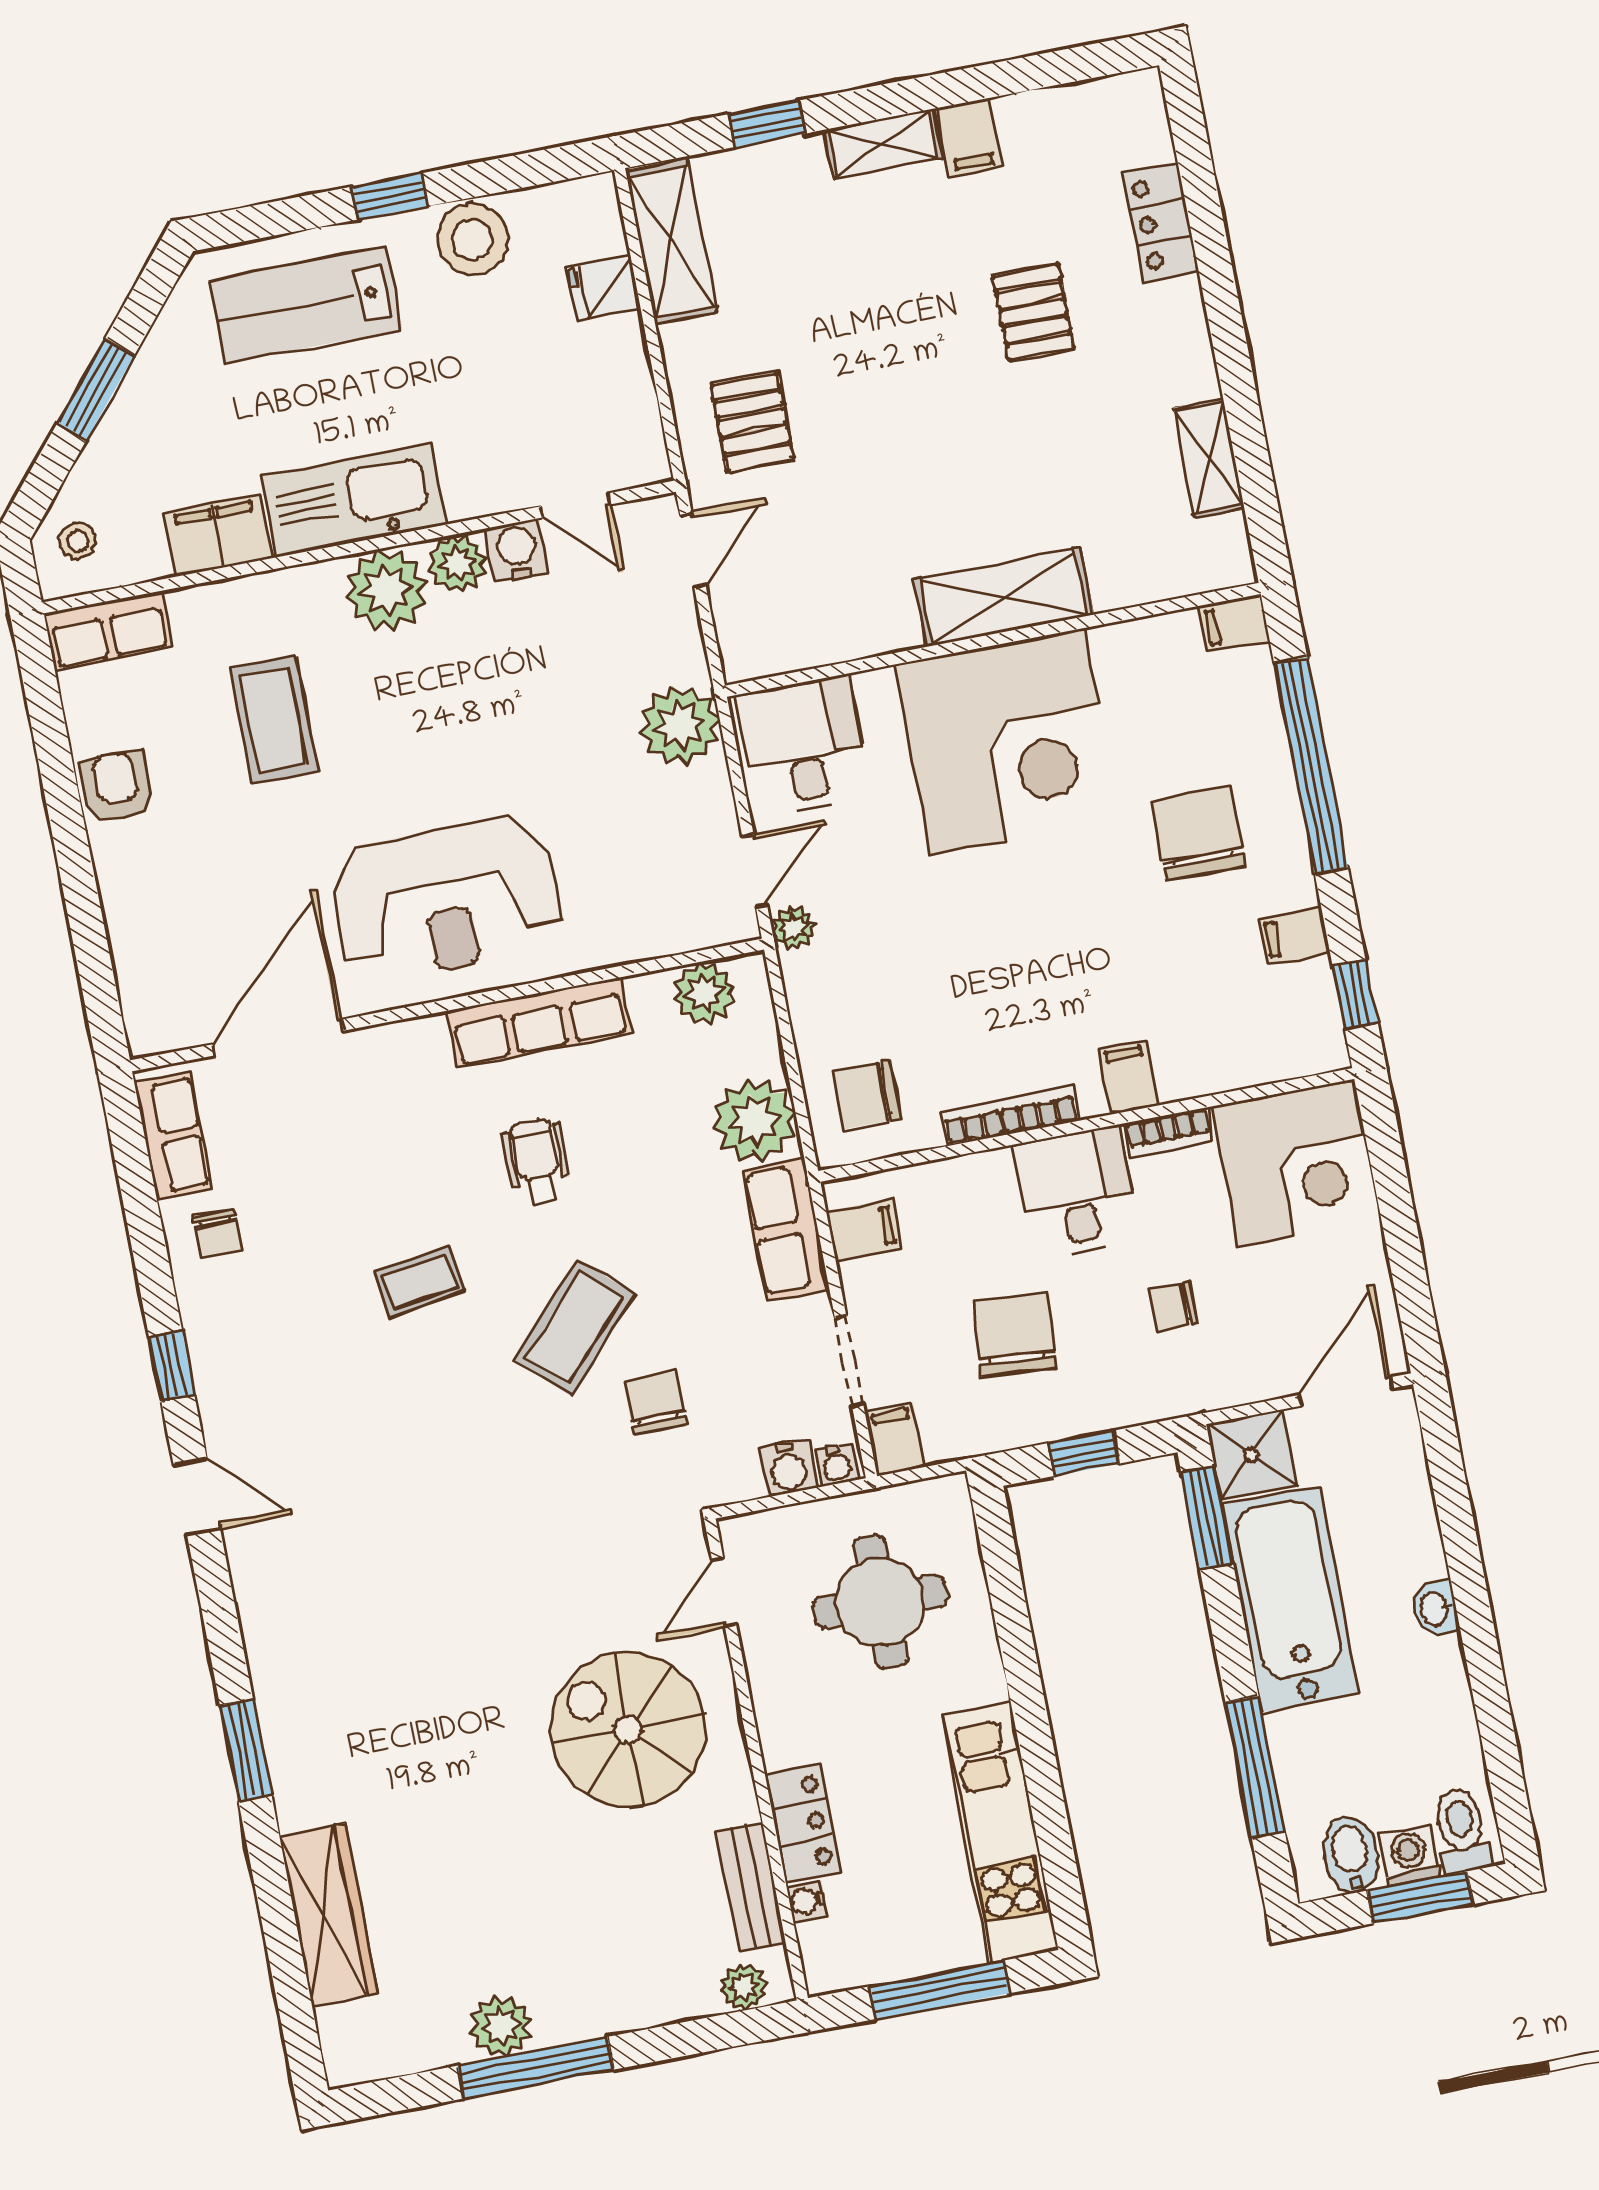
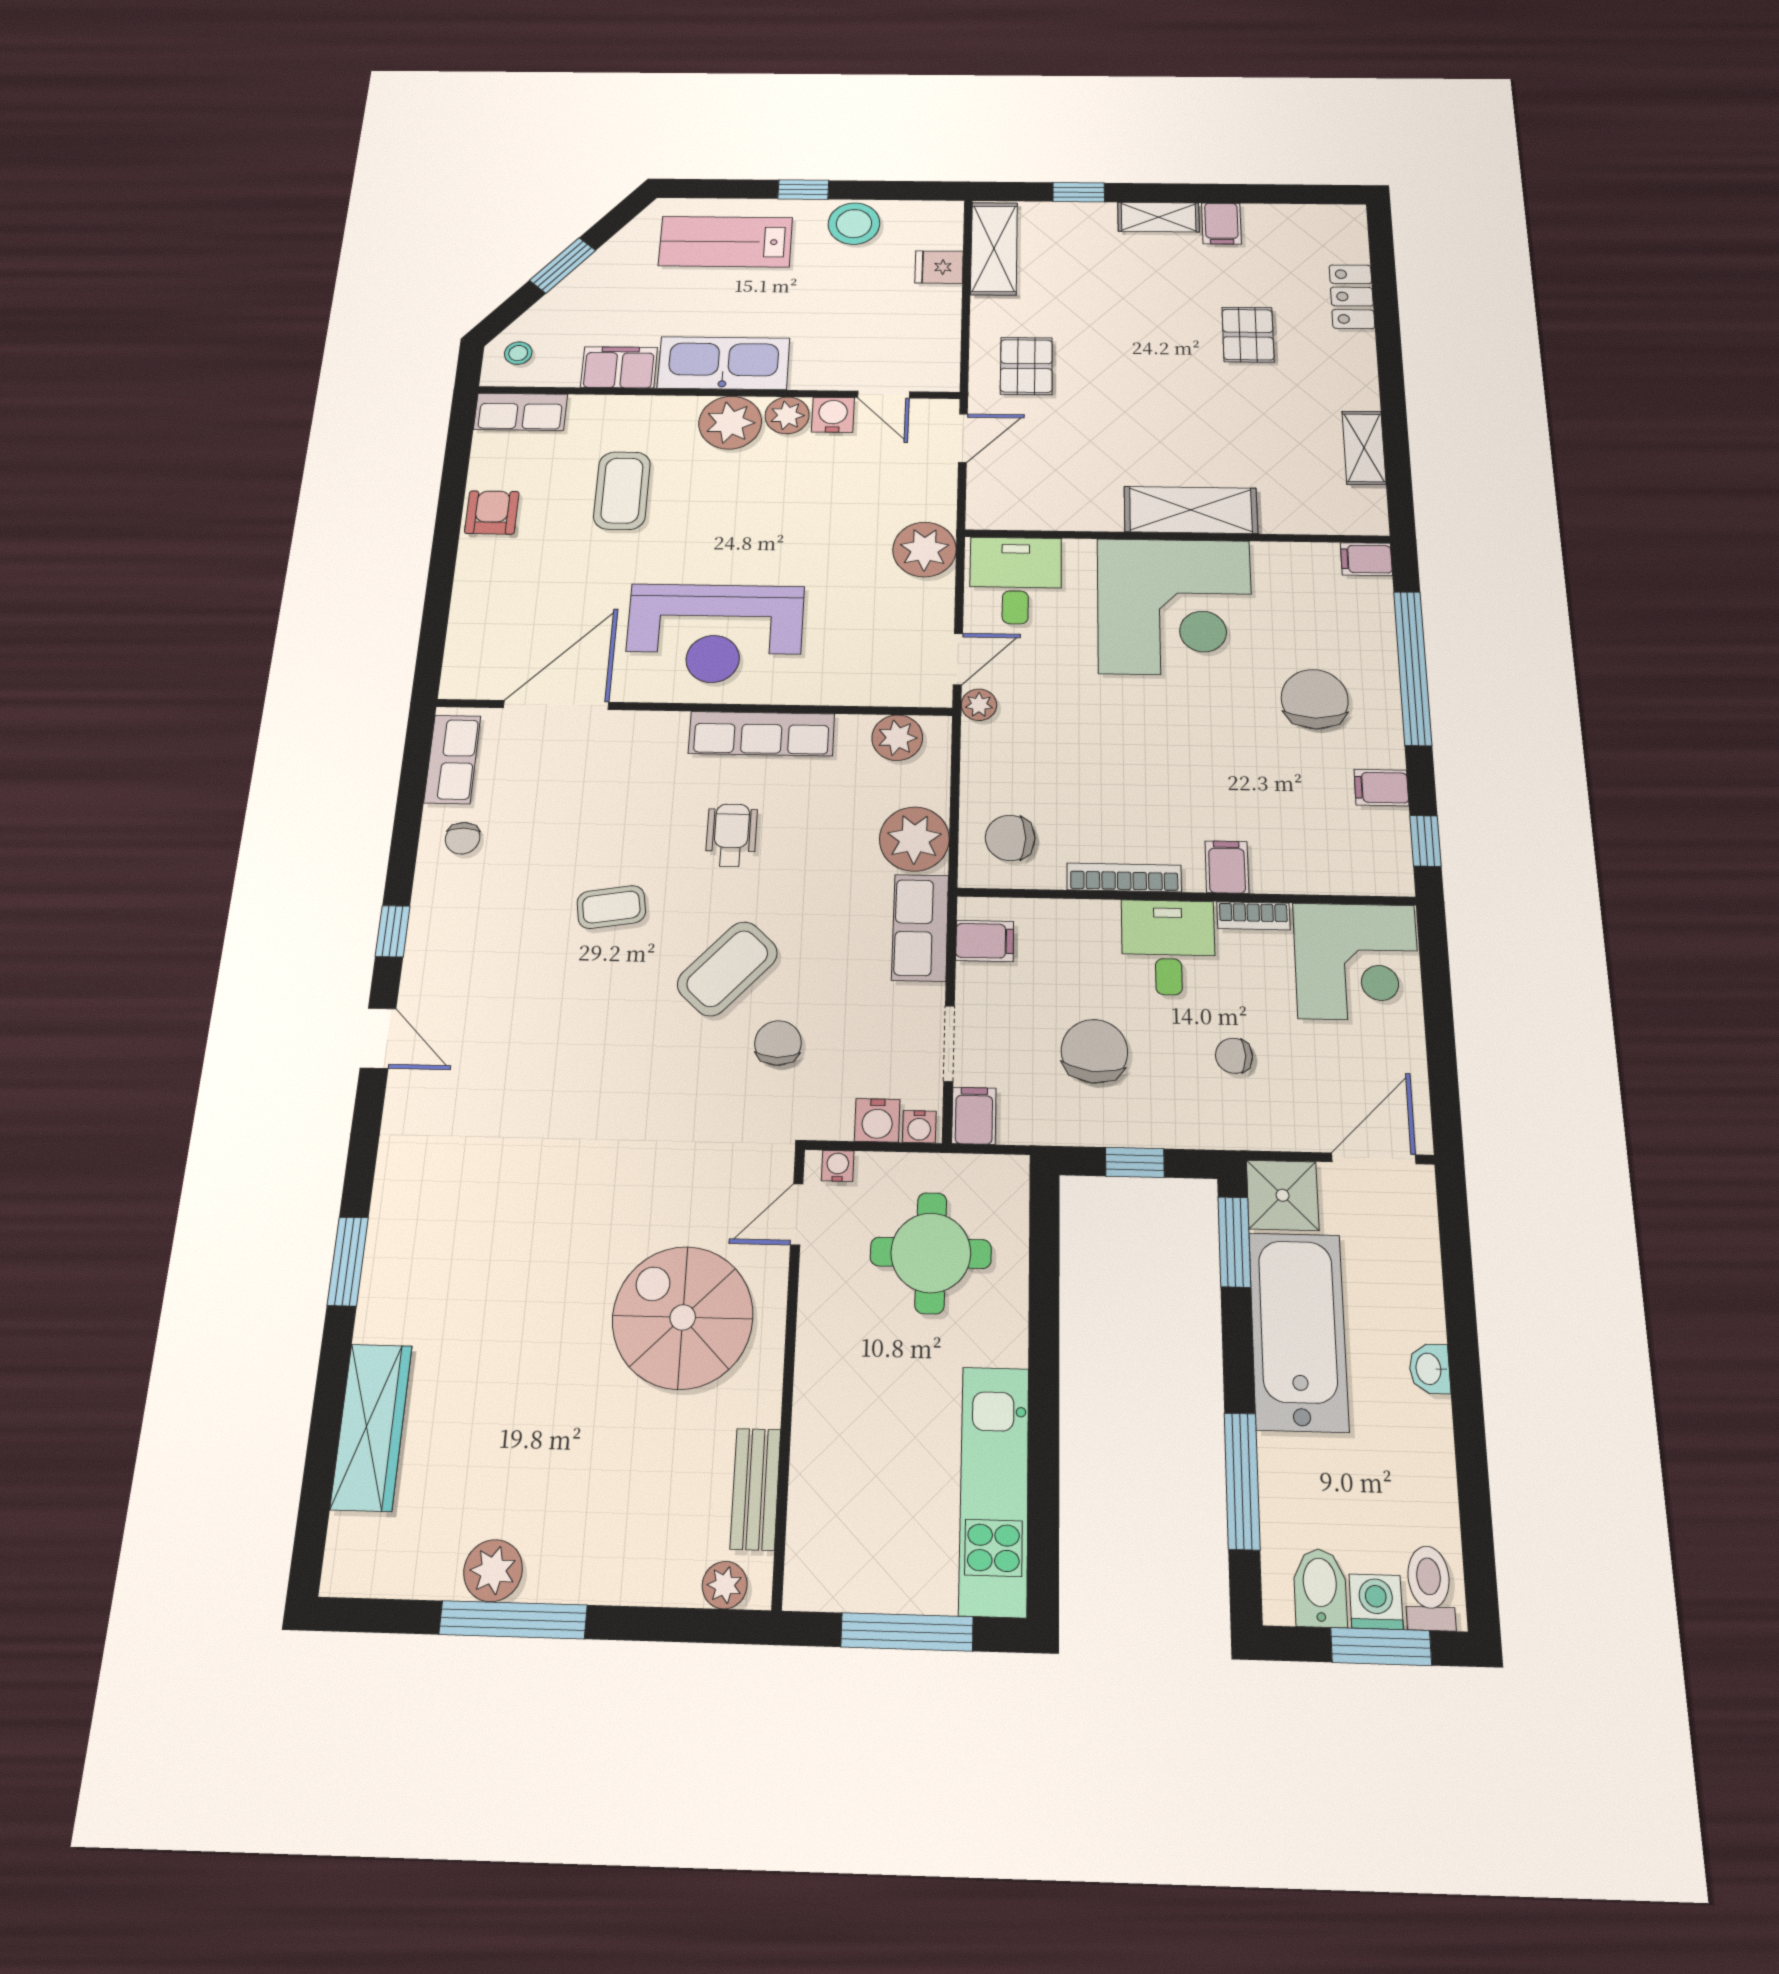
locker: (803, 1823) -> (816, 1439), removed
water cooler: (807, 1901) -> (838, 1166), moved, turned 90

